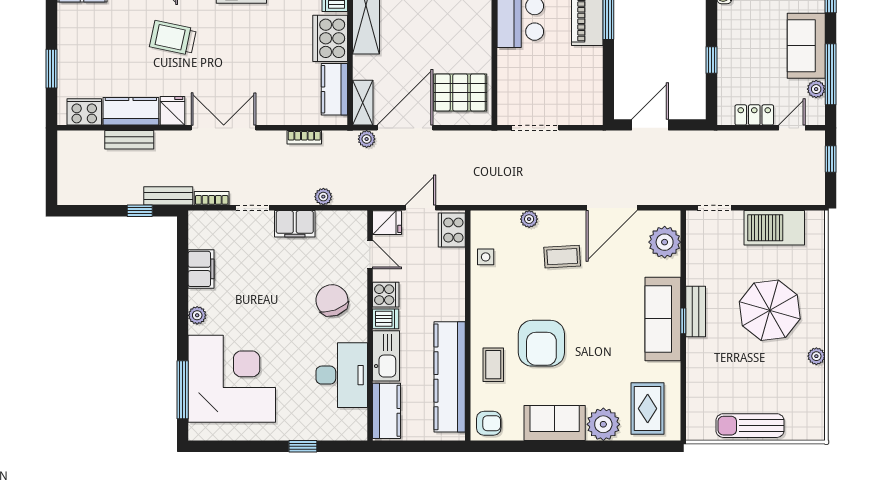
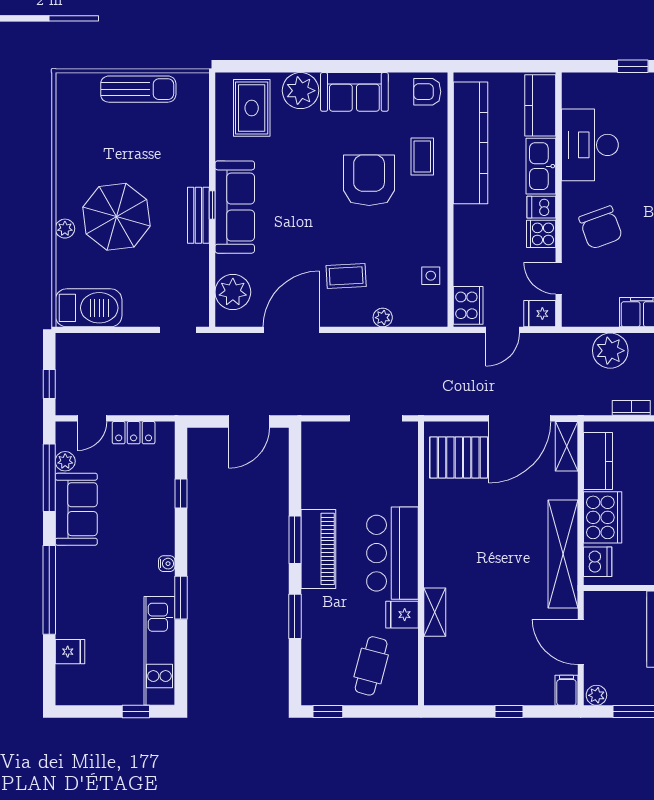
plant: (367, 139) -> (562, 406), removed
plant: (323, 197) -> (610, 351), width x1.87, depth x1.87
barbecue: (774, 228) -> (89, 308), moved
plant: (816, 356) -> (65, 229), moved

